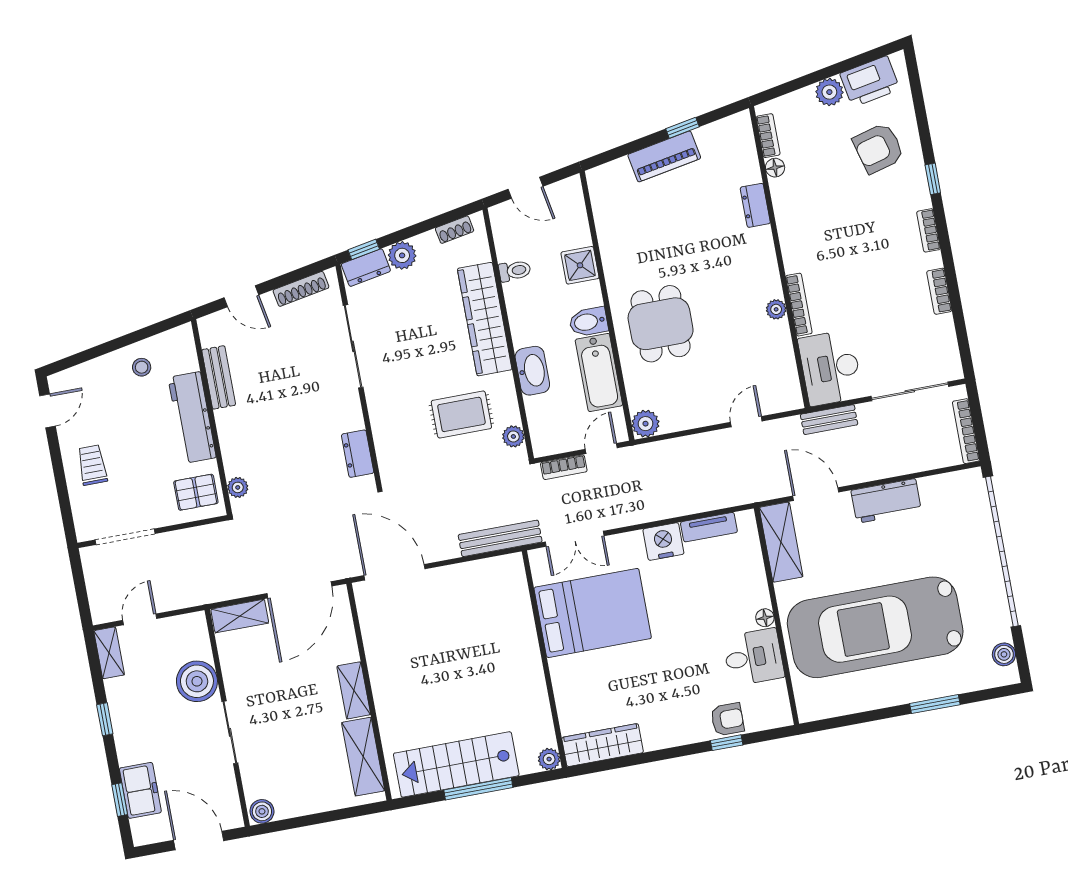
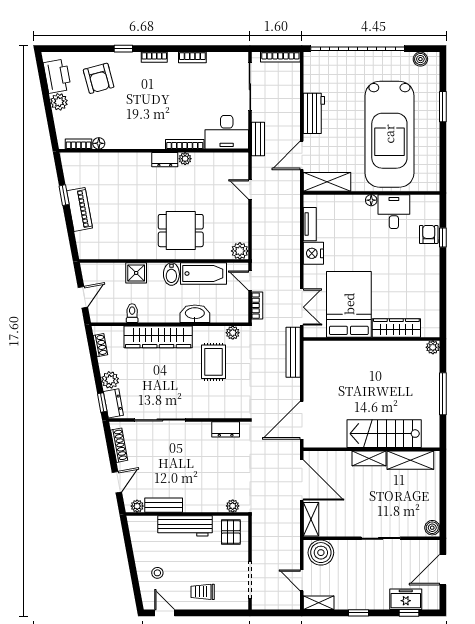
dresser: (755, 205) -> (165, 160), moved
plant: (209, 336) -> (137, 506), added
stool: (142, 367) -> (157, 573), moved
boiler: (197, 681) -> (321, 553), moved
wardrobe: (603, 745) -> (396, 328), moved, turned 90
stairs: (456, 764) -> (384, 434), moved, turned 90

